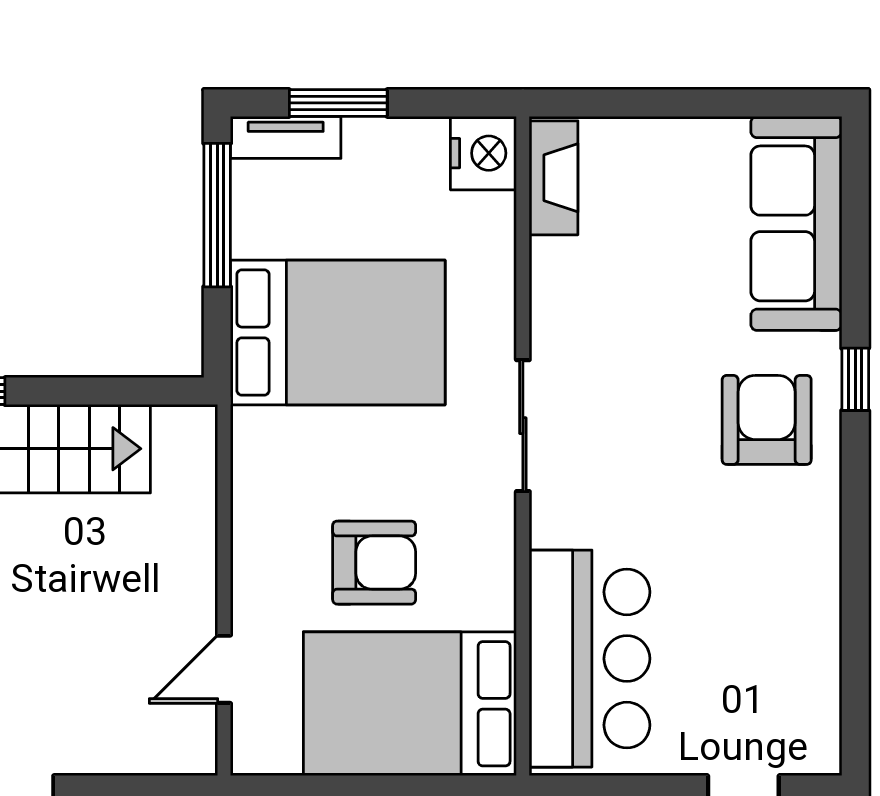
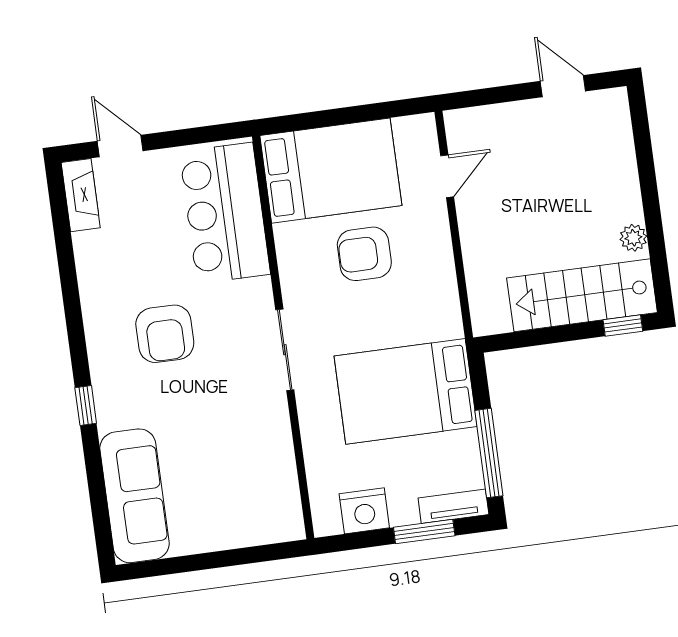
nightstand: (483, 153) -> (364, 511), moved, turned -90
fireplace: (554, 178) -> (81, 195), moved, turned 180
armchair: (767, 420) -> (165, 334), moved

